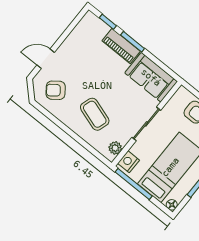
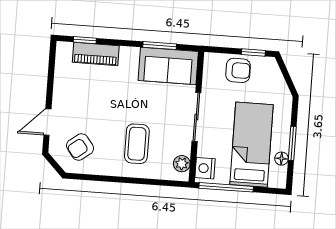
window: (133, 42) -> (160, 46), moved
piano: (121, 46) -> (96, 54), moved
coffee table: (95, 114) -> (137, 144), turned 72
floor lamp: (172, 205) -> (281, 159), moved

